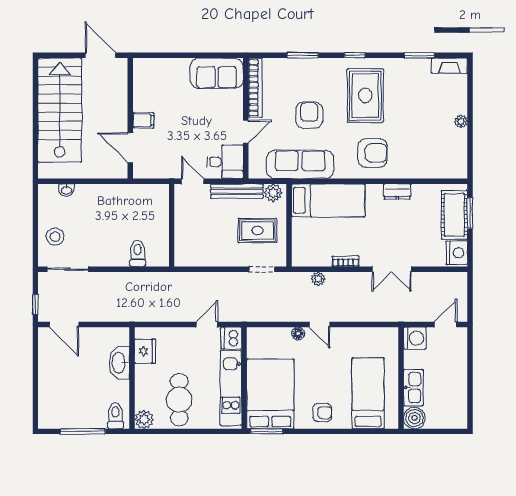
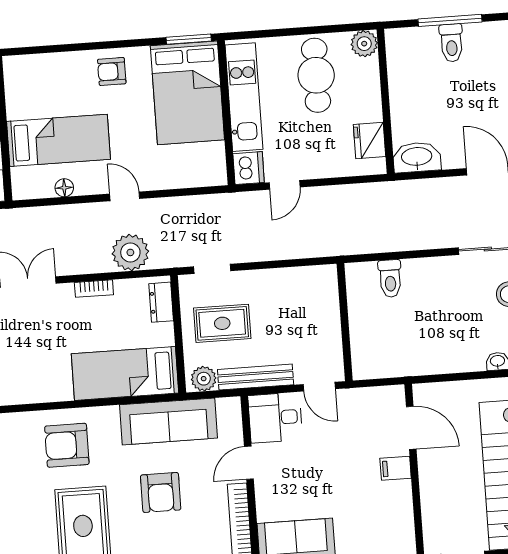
dresser: (397, 192) -> (161, 302), moved, turned -90
plant: (318, 279) -> (130, 252), width x1.88, depth x1.88
floor lamp: (298, 333) -> (64, 188), moved
washbasin: (119, 363) -> (417, 157), moved, turned -90
bed: (368, 393) -> (58, 140), moved, turned -90
toilet: (115, 416) -> (451, 43), moved

